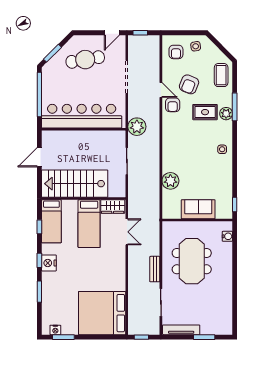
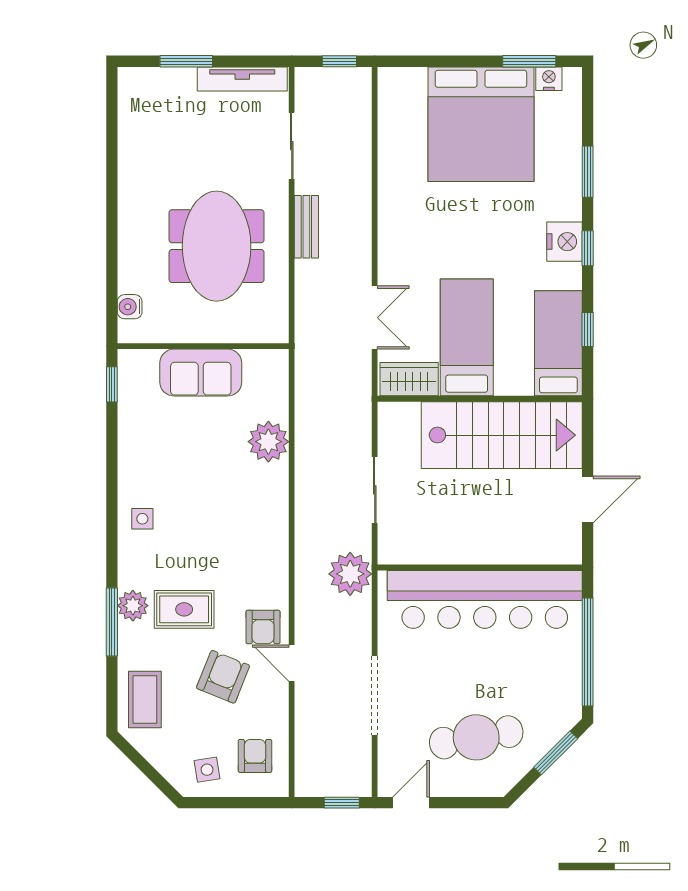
armchair: (173, 105) -> (263, 627), turned 180
double door: (127, 232) -> (375, 318), swing flipped
bed: (102, 313) -> (481, 124), moved, turned 90

